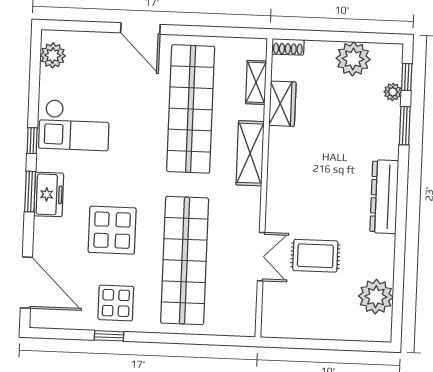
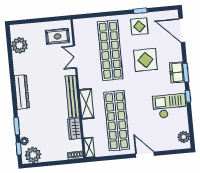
plant: (353, 59) -> (33, 155), moved
shelving: (256, 82) -> (89, 148), moved
bench: (278, 173) -> (72, 96), added
rug: (315, 256) -> (58, 36), moved

